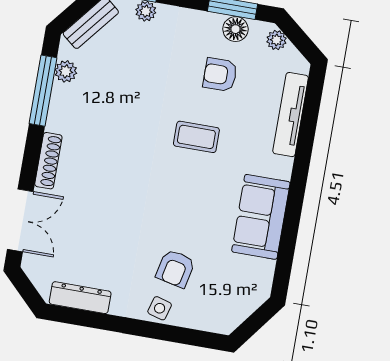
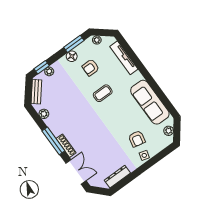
floor lamp: (235, 29) -> (72, 56), moved
window: (43, 91) -> (53, 141), moved
sofa: (261, 217) -> (150, 102), width x1.36
plant: (241, 309) -> (169, 131), added

